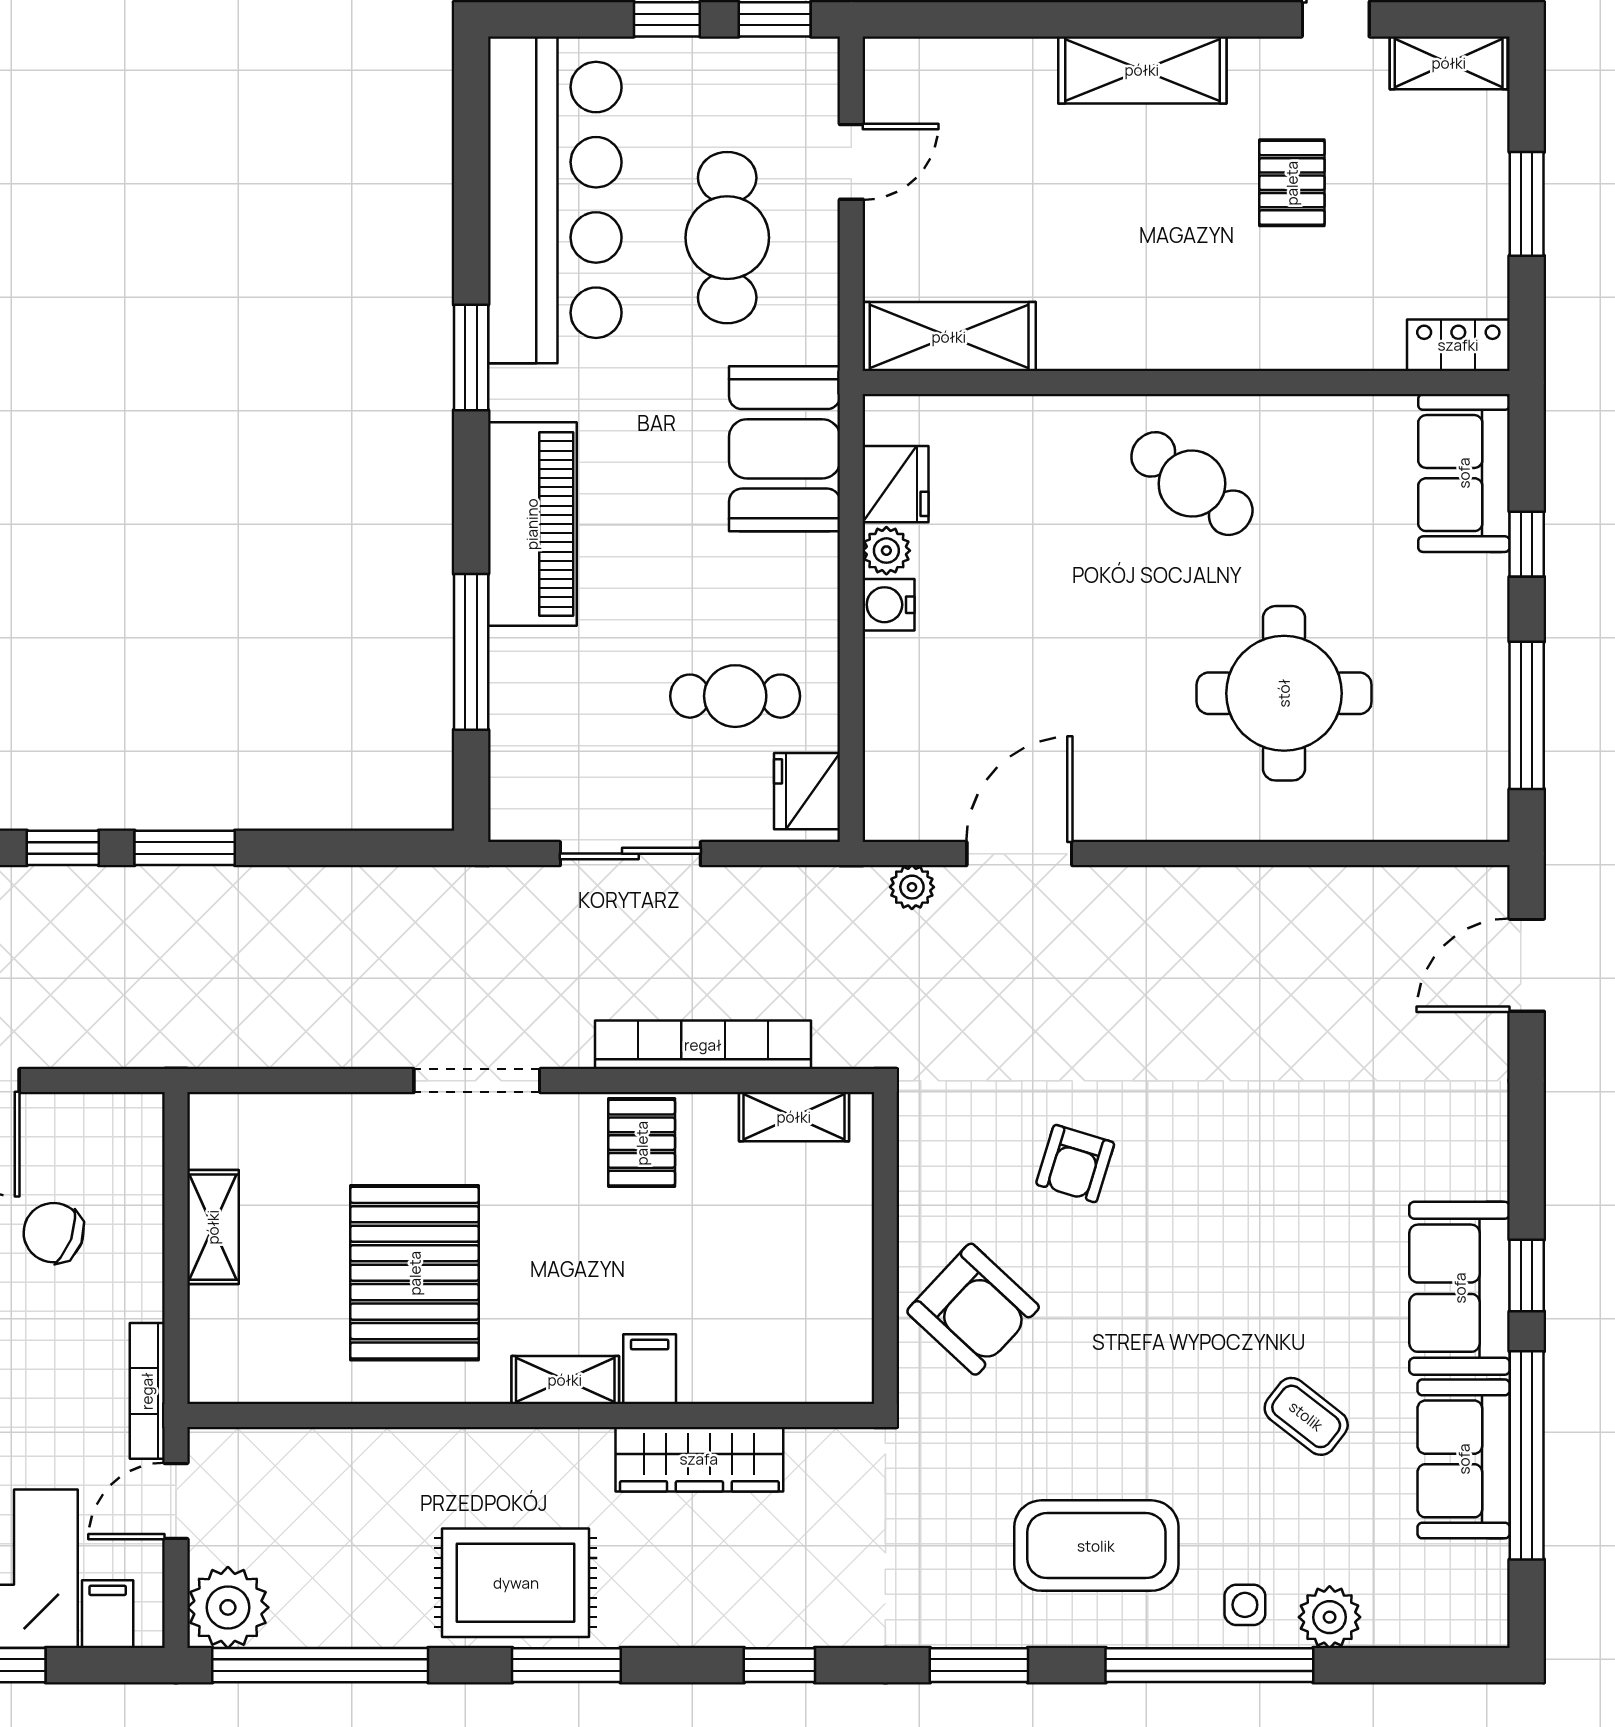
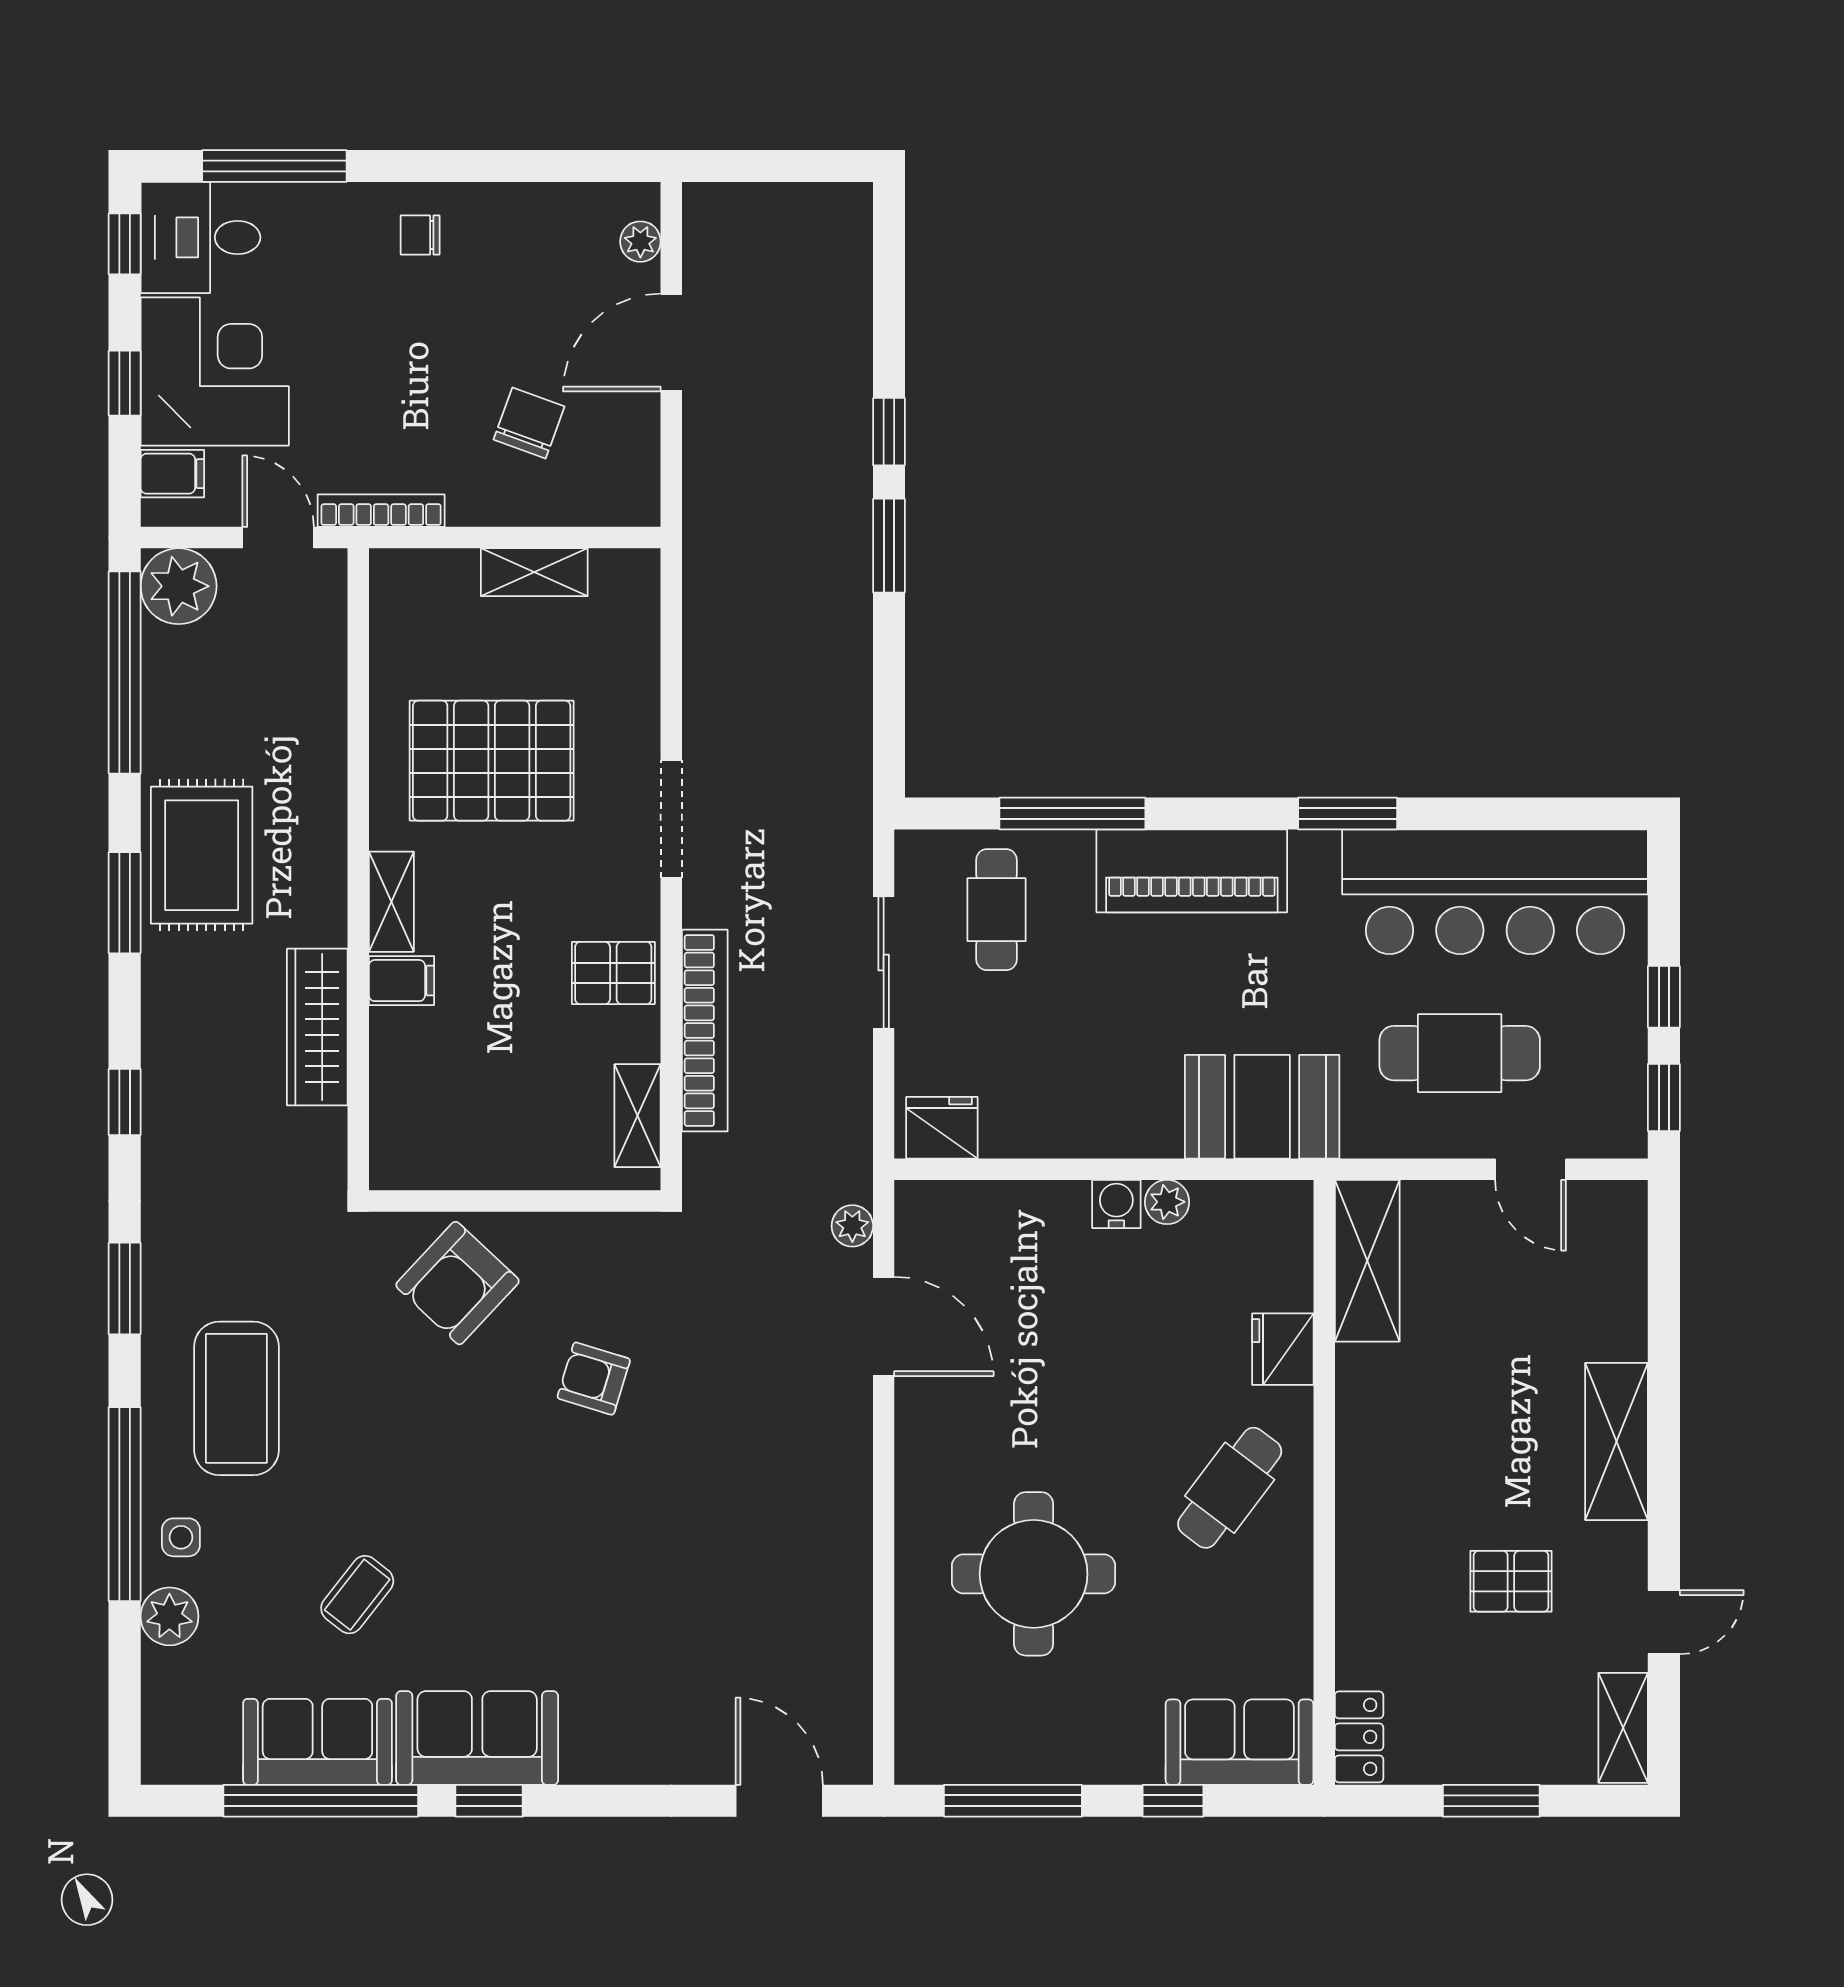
fridge: (896, 484) -> (1283, 1349), moved, turned 90
cafe table: (735, 696) -> (997, 910), moved

